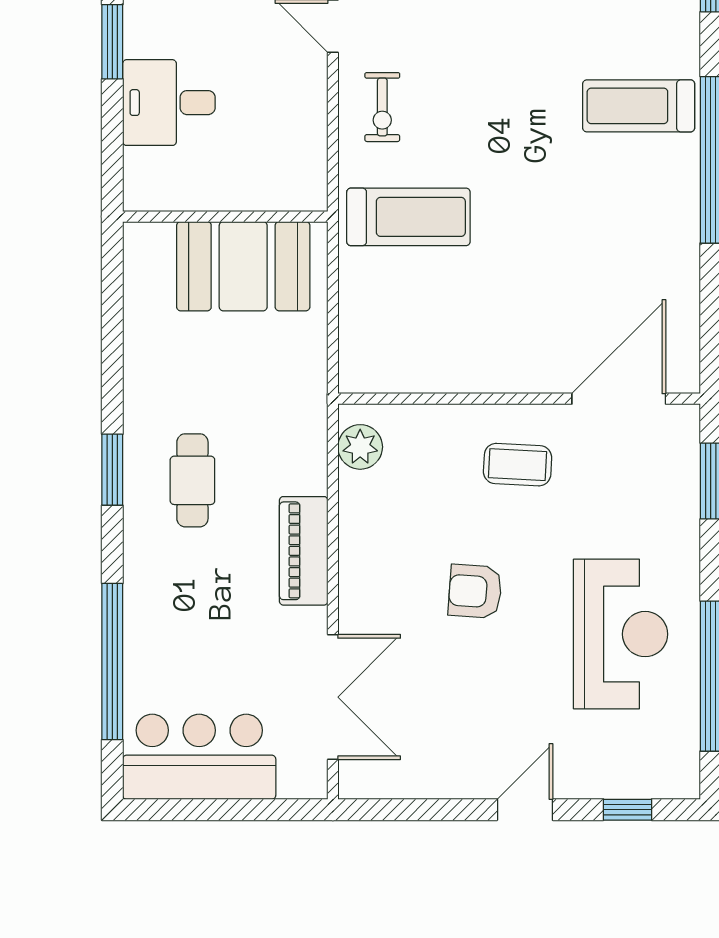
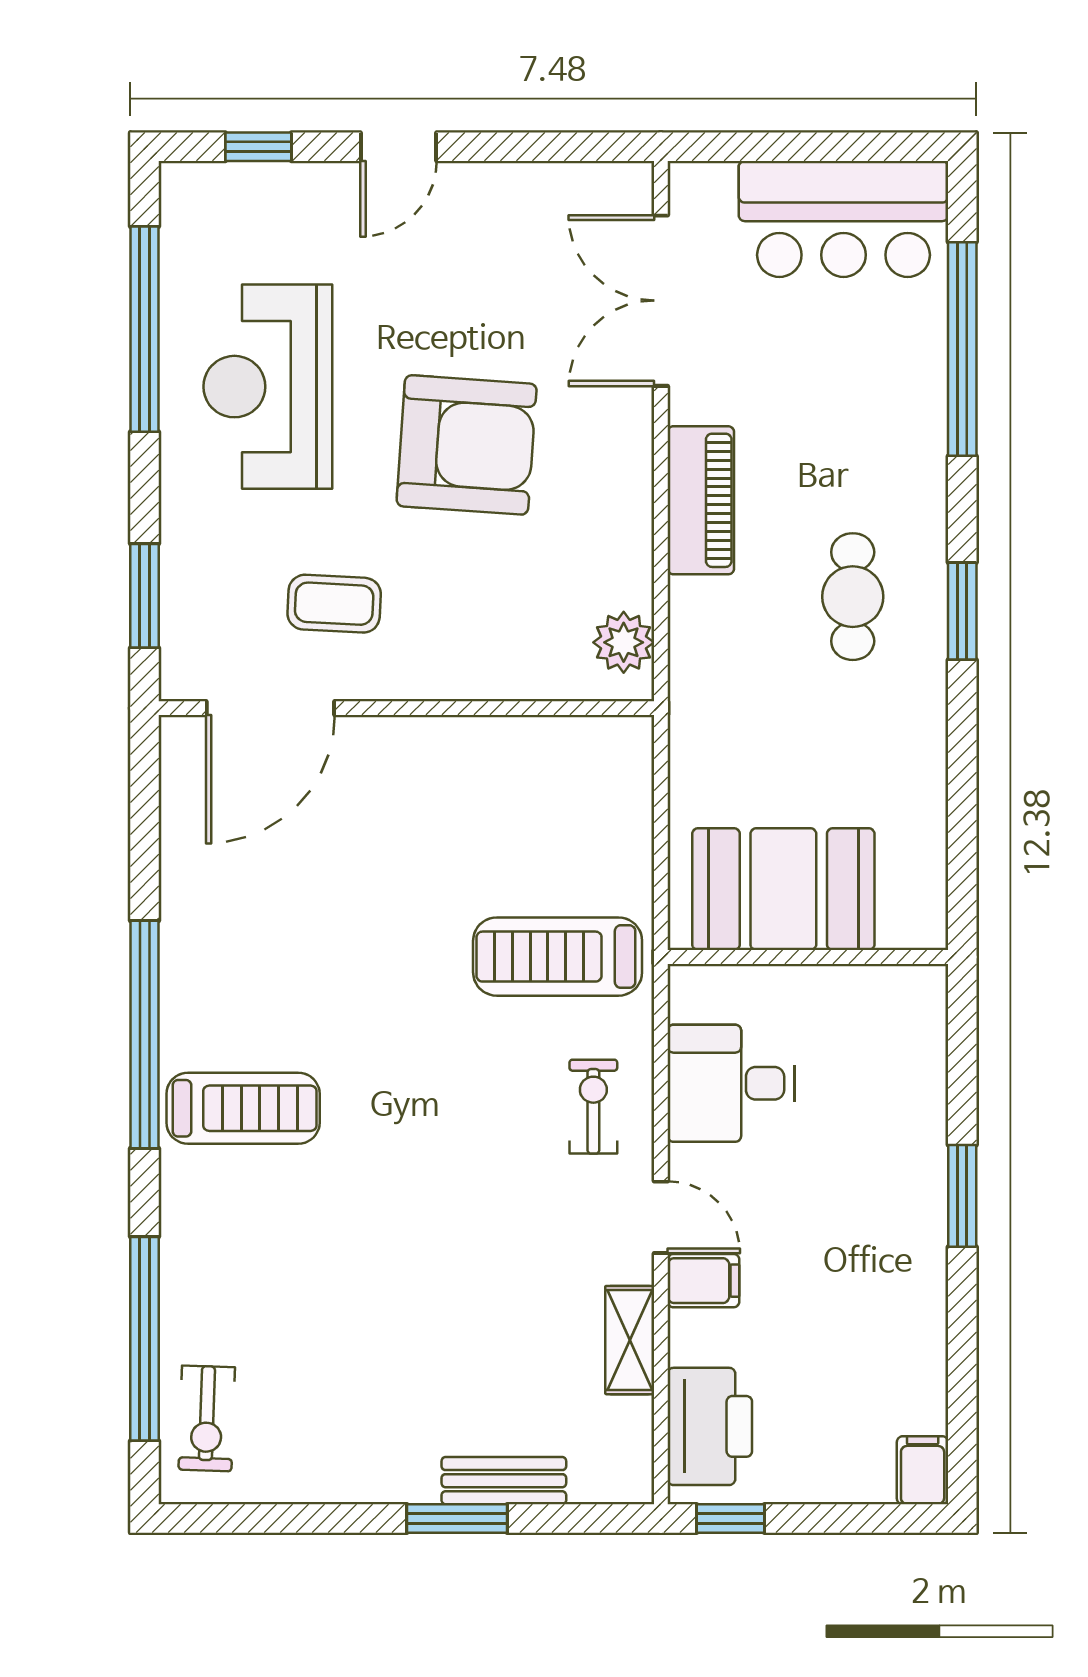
desk: (169, 103) -> (731, 1083), moved, turned 180
coffee table: (518, 465) -> (334, 604), moved
armchair: (475, 591) -> (467, 445), width x1.88, depth x1.88

